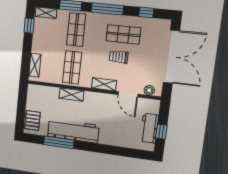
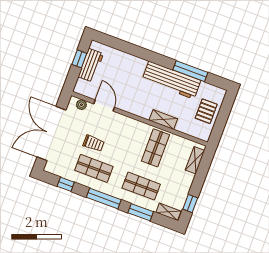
shop shelf: (76, 30) -> (141, 186), turned 90
trolley: (119, 57) -> (94, 143), moved
shelving: (104, 84) -> (126, 122), removed
pallet: (32, 121) -> (206, 111), moved

